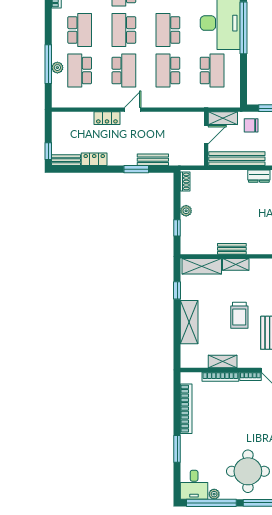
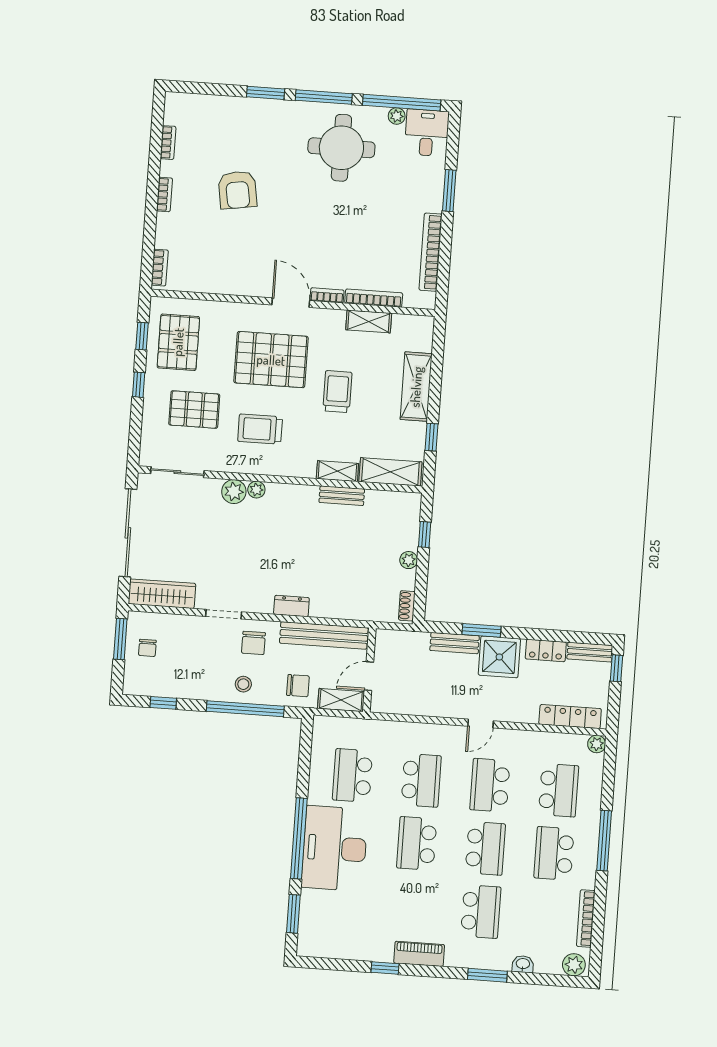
school desk: (168, 30) -> (417, 843), turned 180
window: (48, 64) -> (604, 841), moved
plant: (57, 68) -> (597, 744), moved
locker: (107, 118) -> (570, 717), moved, width x1.53
shower: (124, 153) -> (499, 657), added

